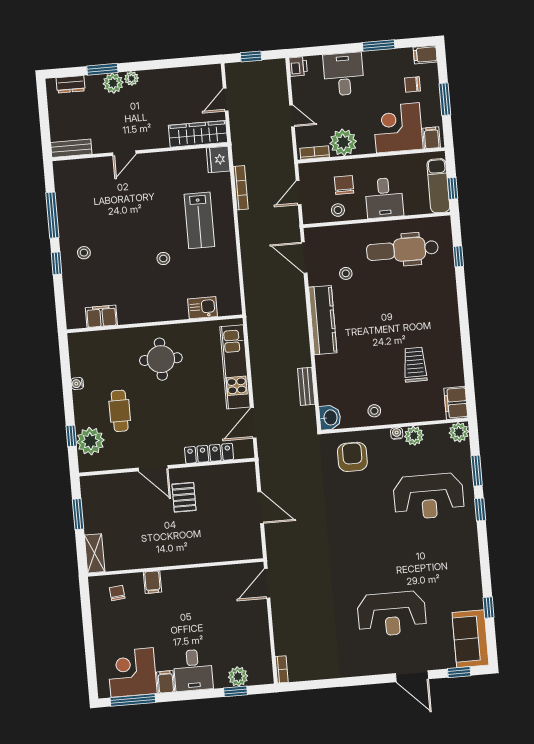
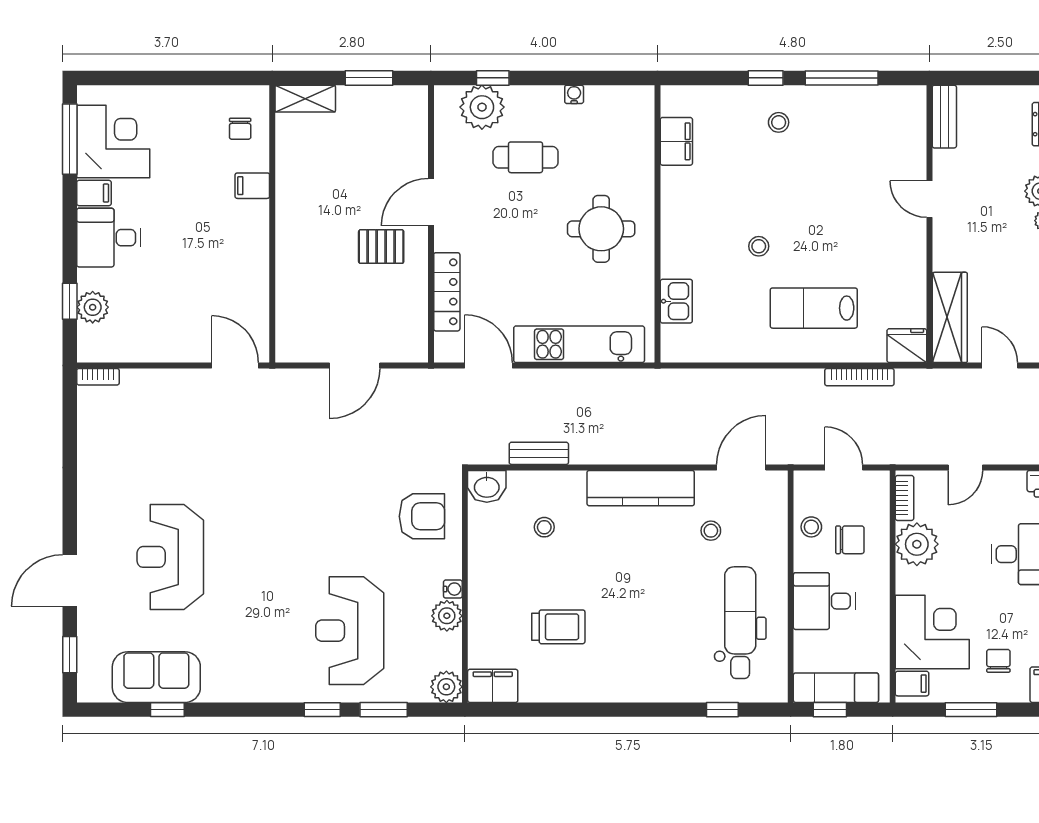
stool: (374, 411) -> (544, 527), moved
chair: (117, 593) -> (240, 129), turned 96
sofa: (470, 639) -> (156, 677), moved

